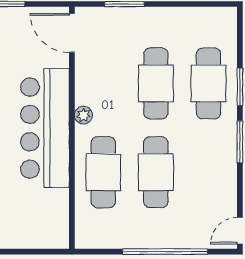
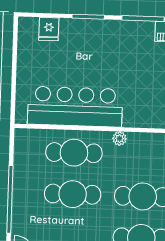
bar counter: (45, 128) -> (75, 107), moved

